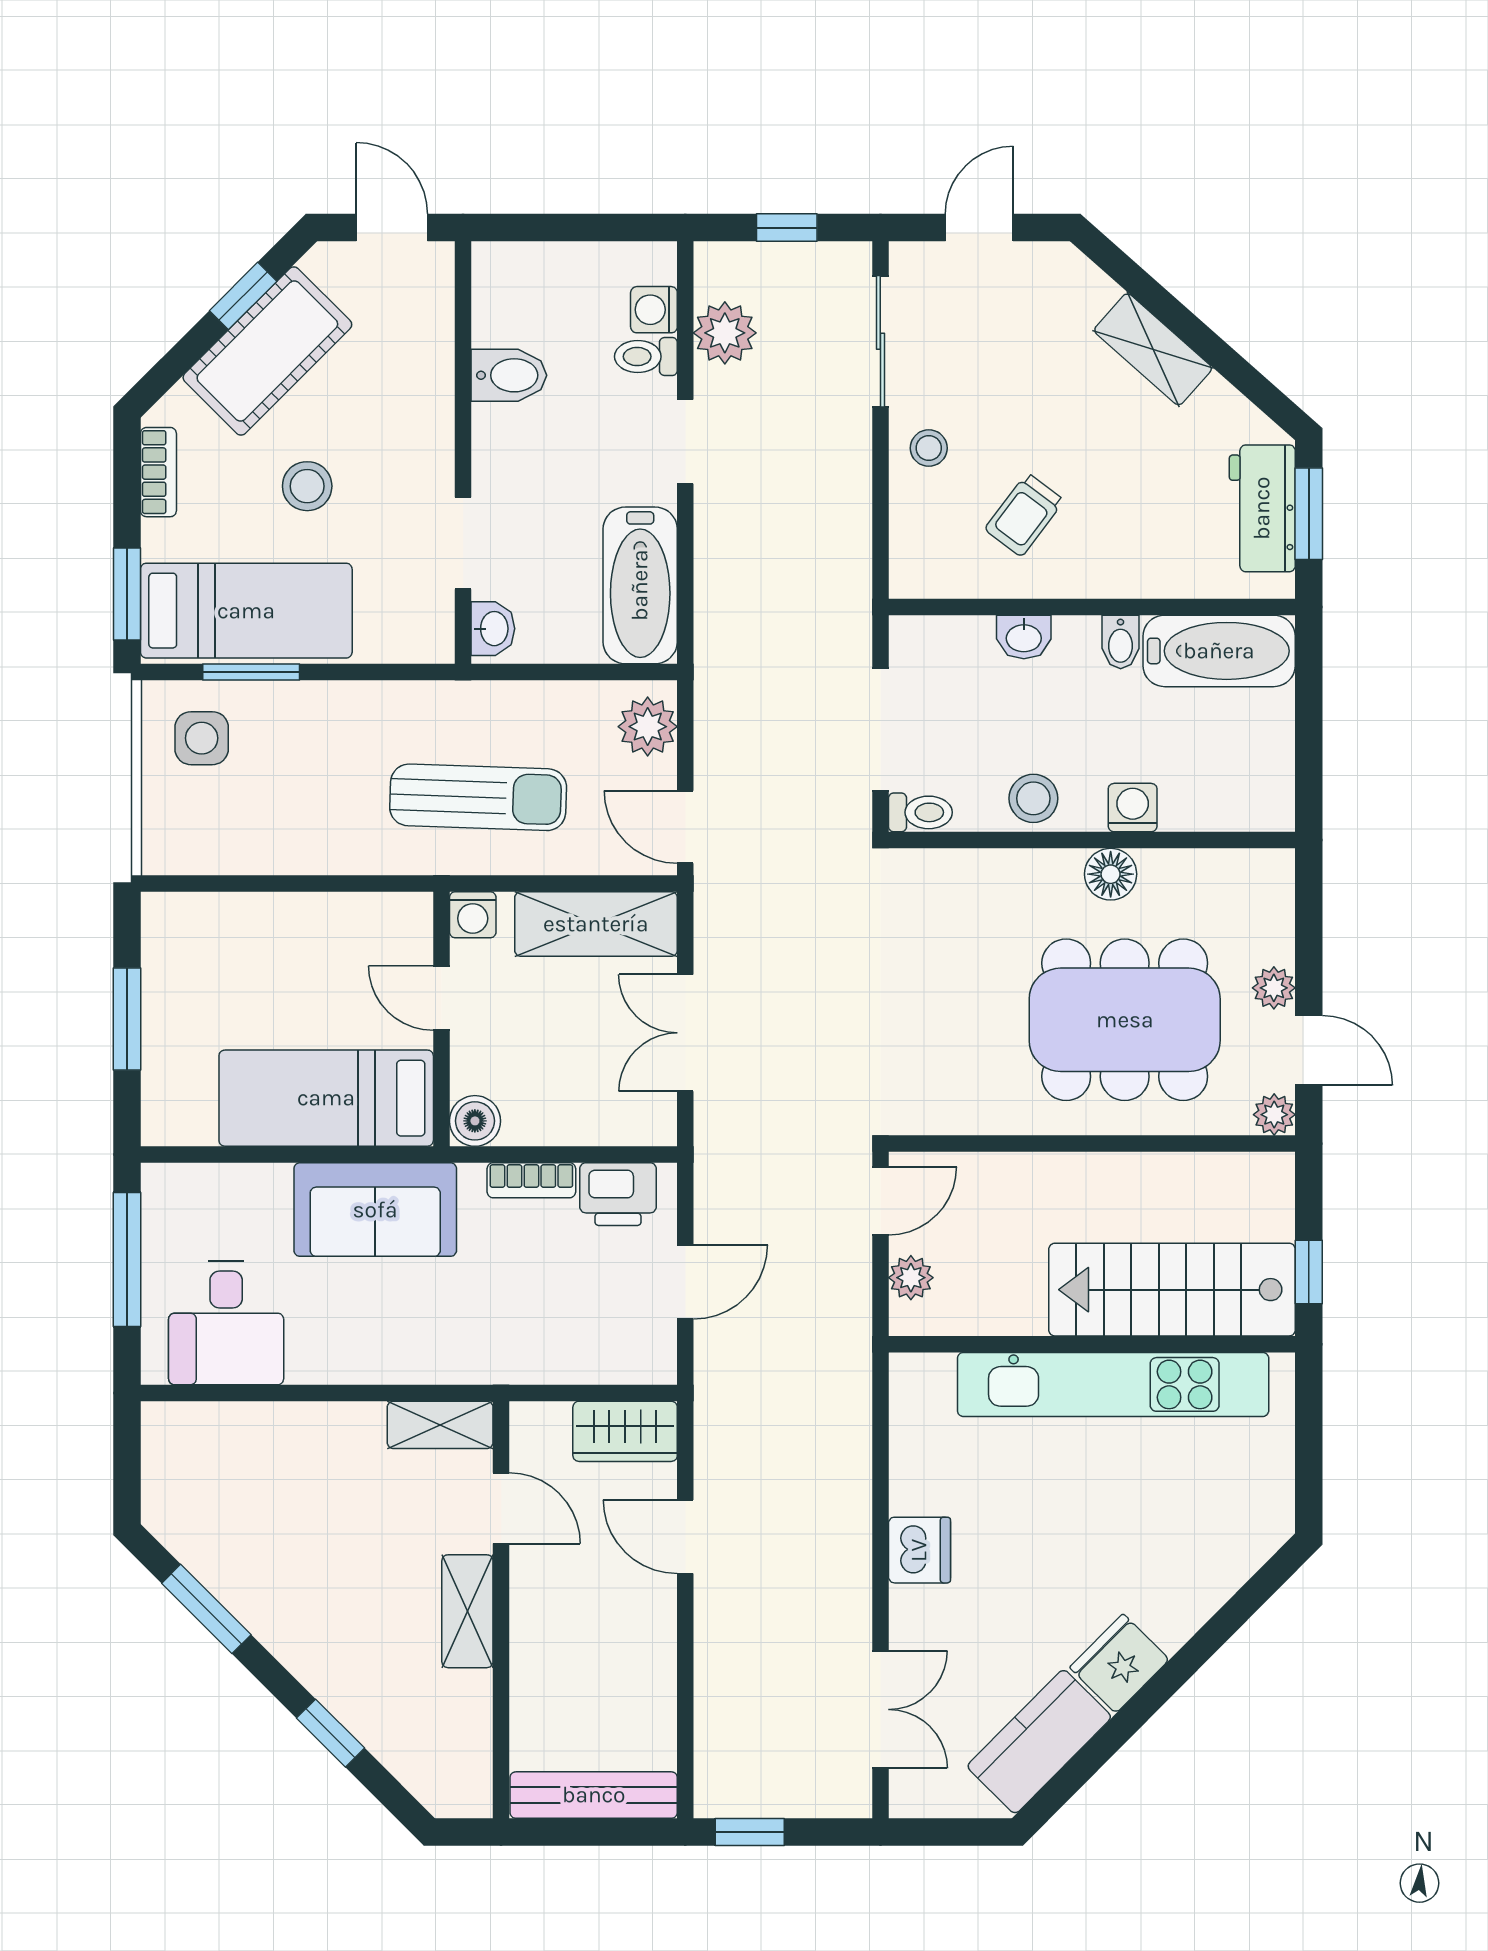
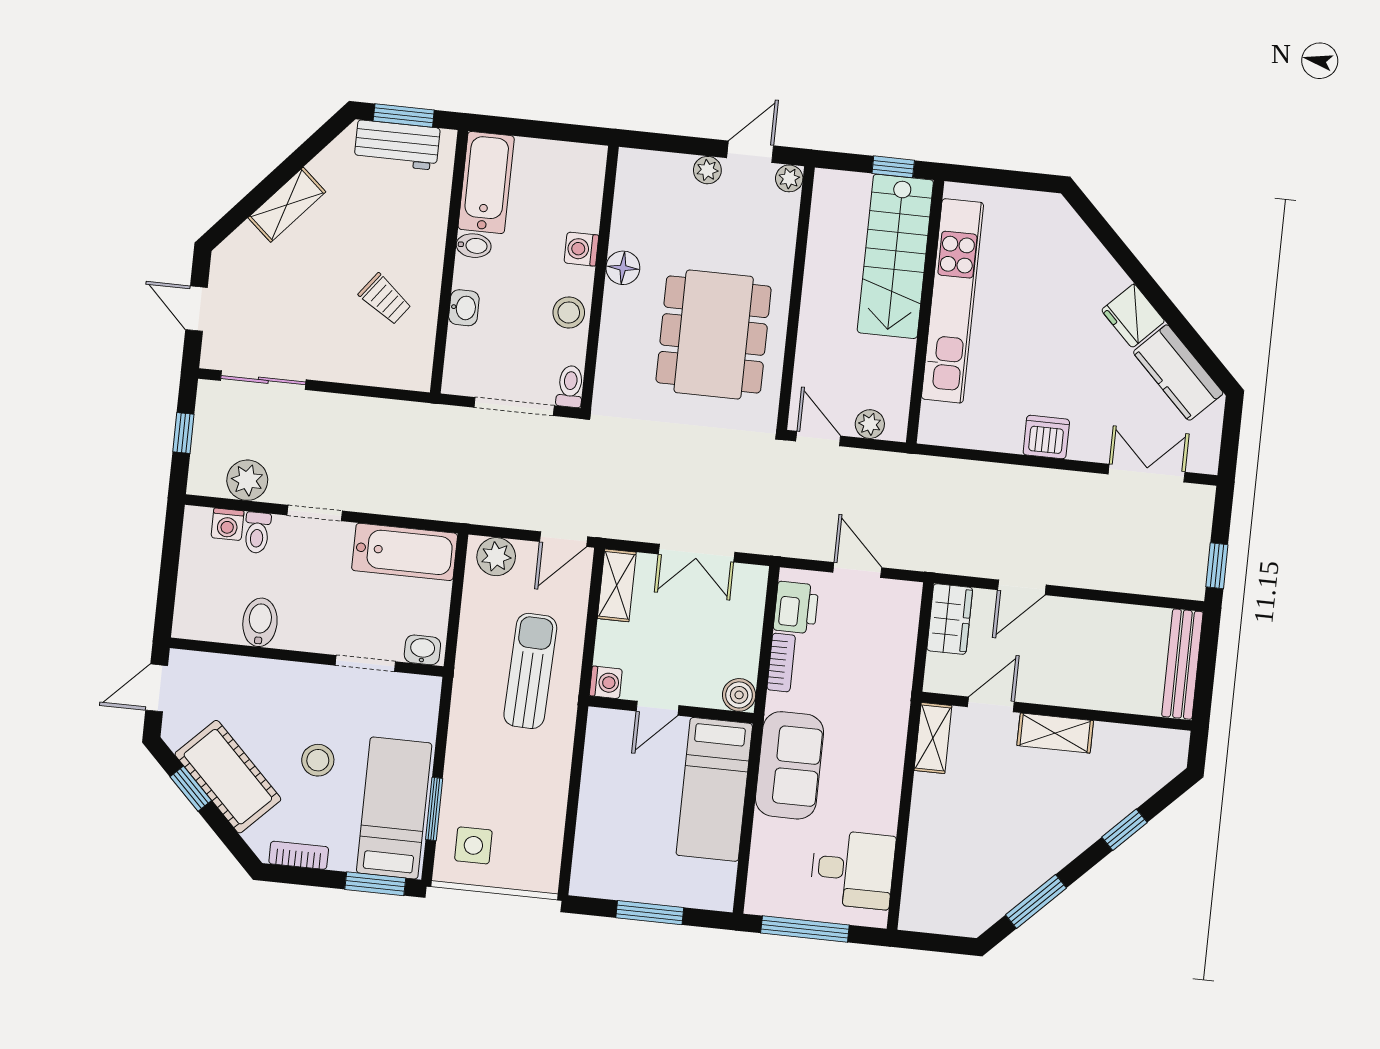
stool: (929, 448) -> (335, 356), removed
shelving: (596, 924) -> (617, 585), width x0.67, depth x0.75
dining table: (1125, 1020) -> (714, 334), moved

